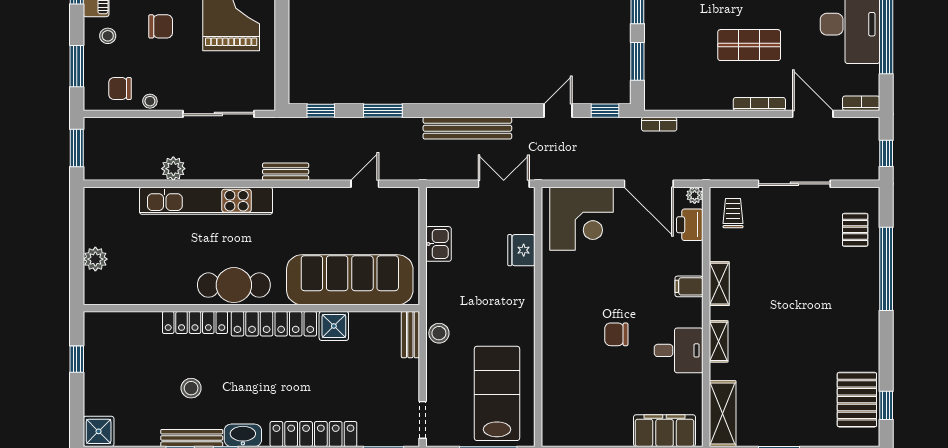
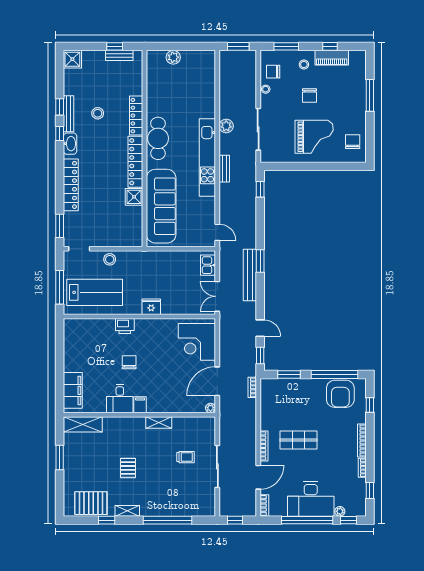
shop shelf: (749, 45) -> (298, 440), turned 90
chair: (120, 89) -> (273, 72), turned -90
window: (383, 111) -> (260, 261), moved
plant: (173, 169) -> (226, 126), moved
door: (365, 184) -> (217, 232), moved
double door: (504, 184) -> (217, 296), swing flipped
kitchen unit: (206, 201) -> (207, 157), moved
trolley: (733, 213) -> (185, 457), moved
printer: (690, 225) -> (125, 326), moved, turned 180
pallet: (855, 230) -> (128, 468), moved, turned 90
kitchen sink: (438, 244) -> (208, 265), moved, turned 90
fridge: (521, 250) -> (151, 307), moved
filing cabinet: (689, 286) -> (140, 405), moved
stool: (439, 333) -> (110, 259), moved
bench: (410, 335) -> (119, 55), moved
shelving: (719, 341) -> (127, 511), moved
window: (886, 405) -> (107, 520), moved

